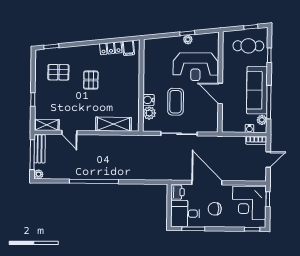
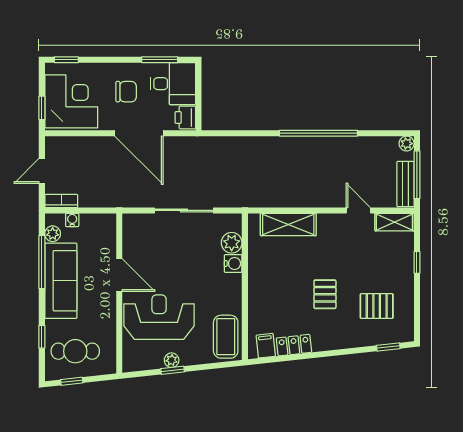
coffee table: (176, 102) -> (226, 337), moved

